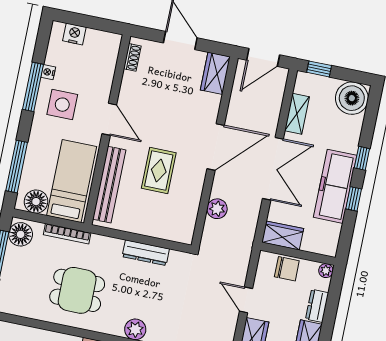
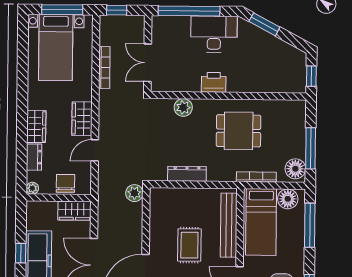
plant: (217, 209) -> (134, 193), moved
chair: (287, 269) -> (66, 183), turned 90
door: (246, 300) -> (95, 150), swing flipped

